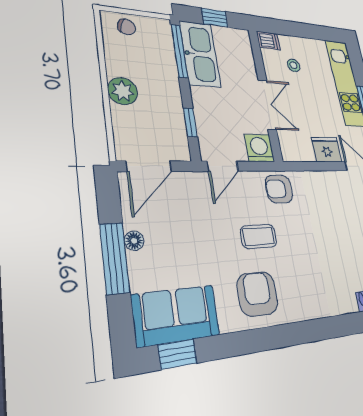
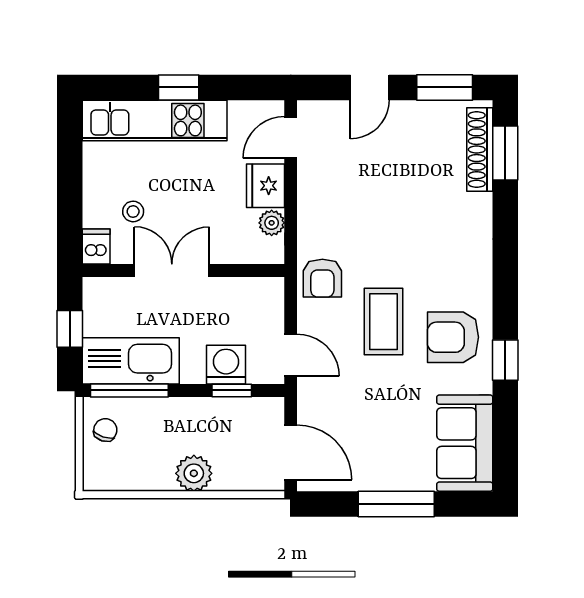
chair: (127, 27) -> (105, 430), moved
double door: (267, 105) -> (172, 271), moved
washing machine: (259, 148) -> (226, 365), moved, turned 90
plant: (306, 153) -> (272, 223), added
coffee table: (259, 236) -> (384, 322), width x1.36, depth x1.30
floor lamp: (134, 241) -> (379, 480), removed
window: (178, 354) -> (505, 360), moved

